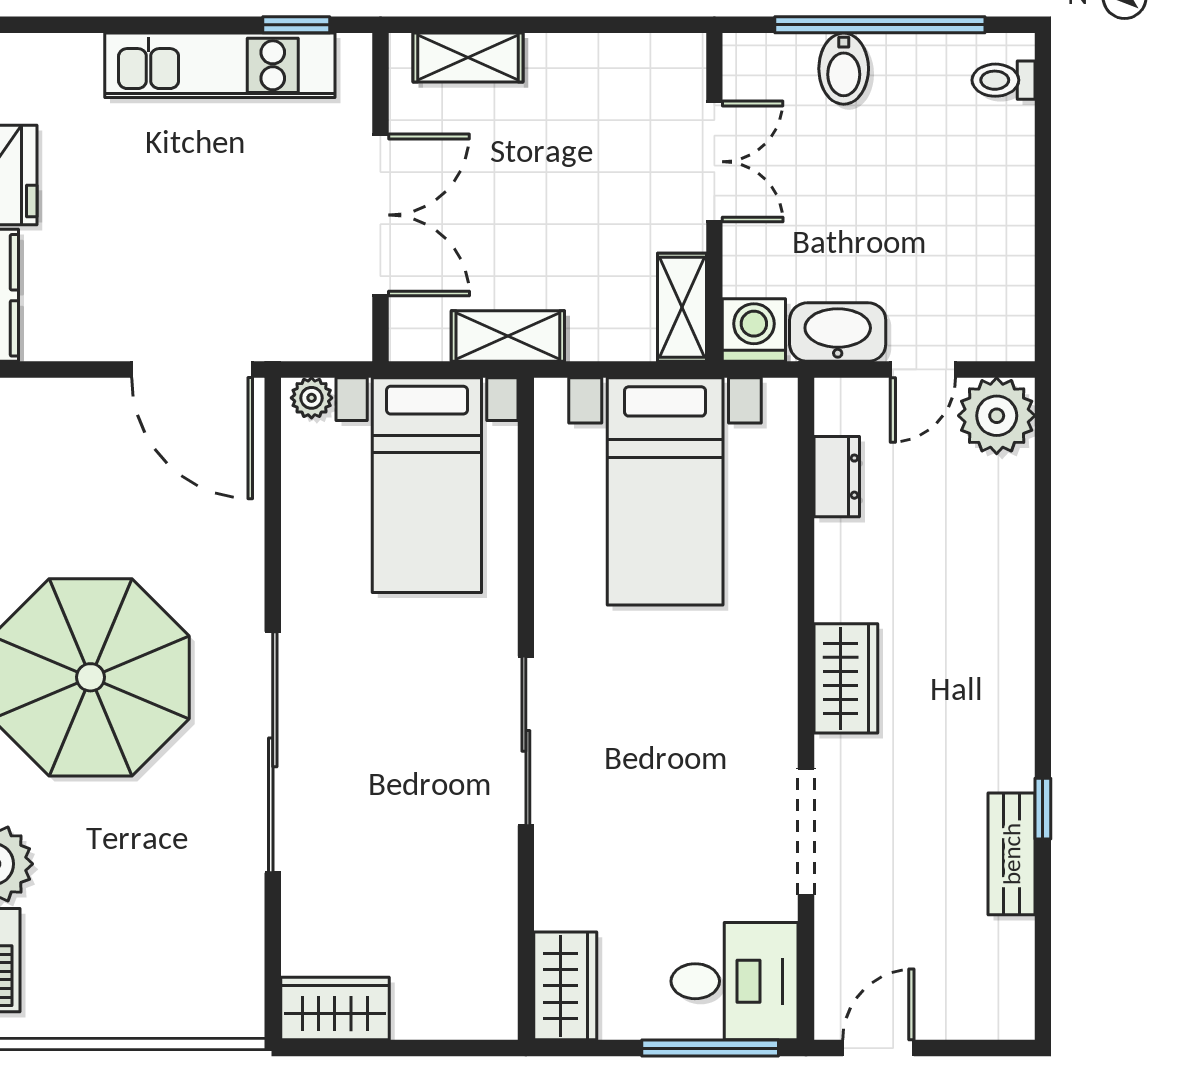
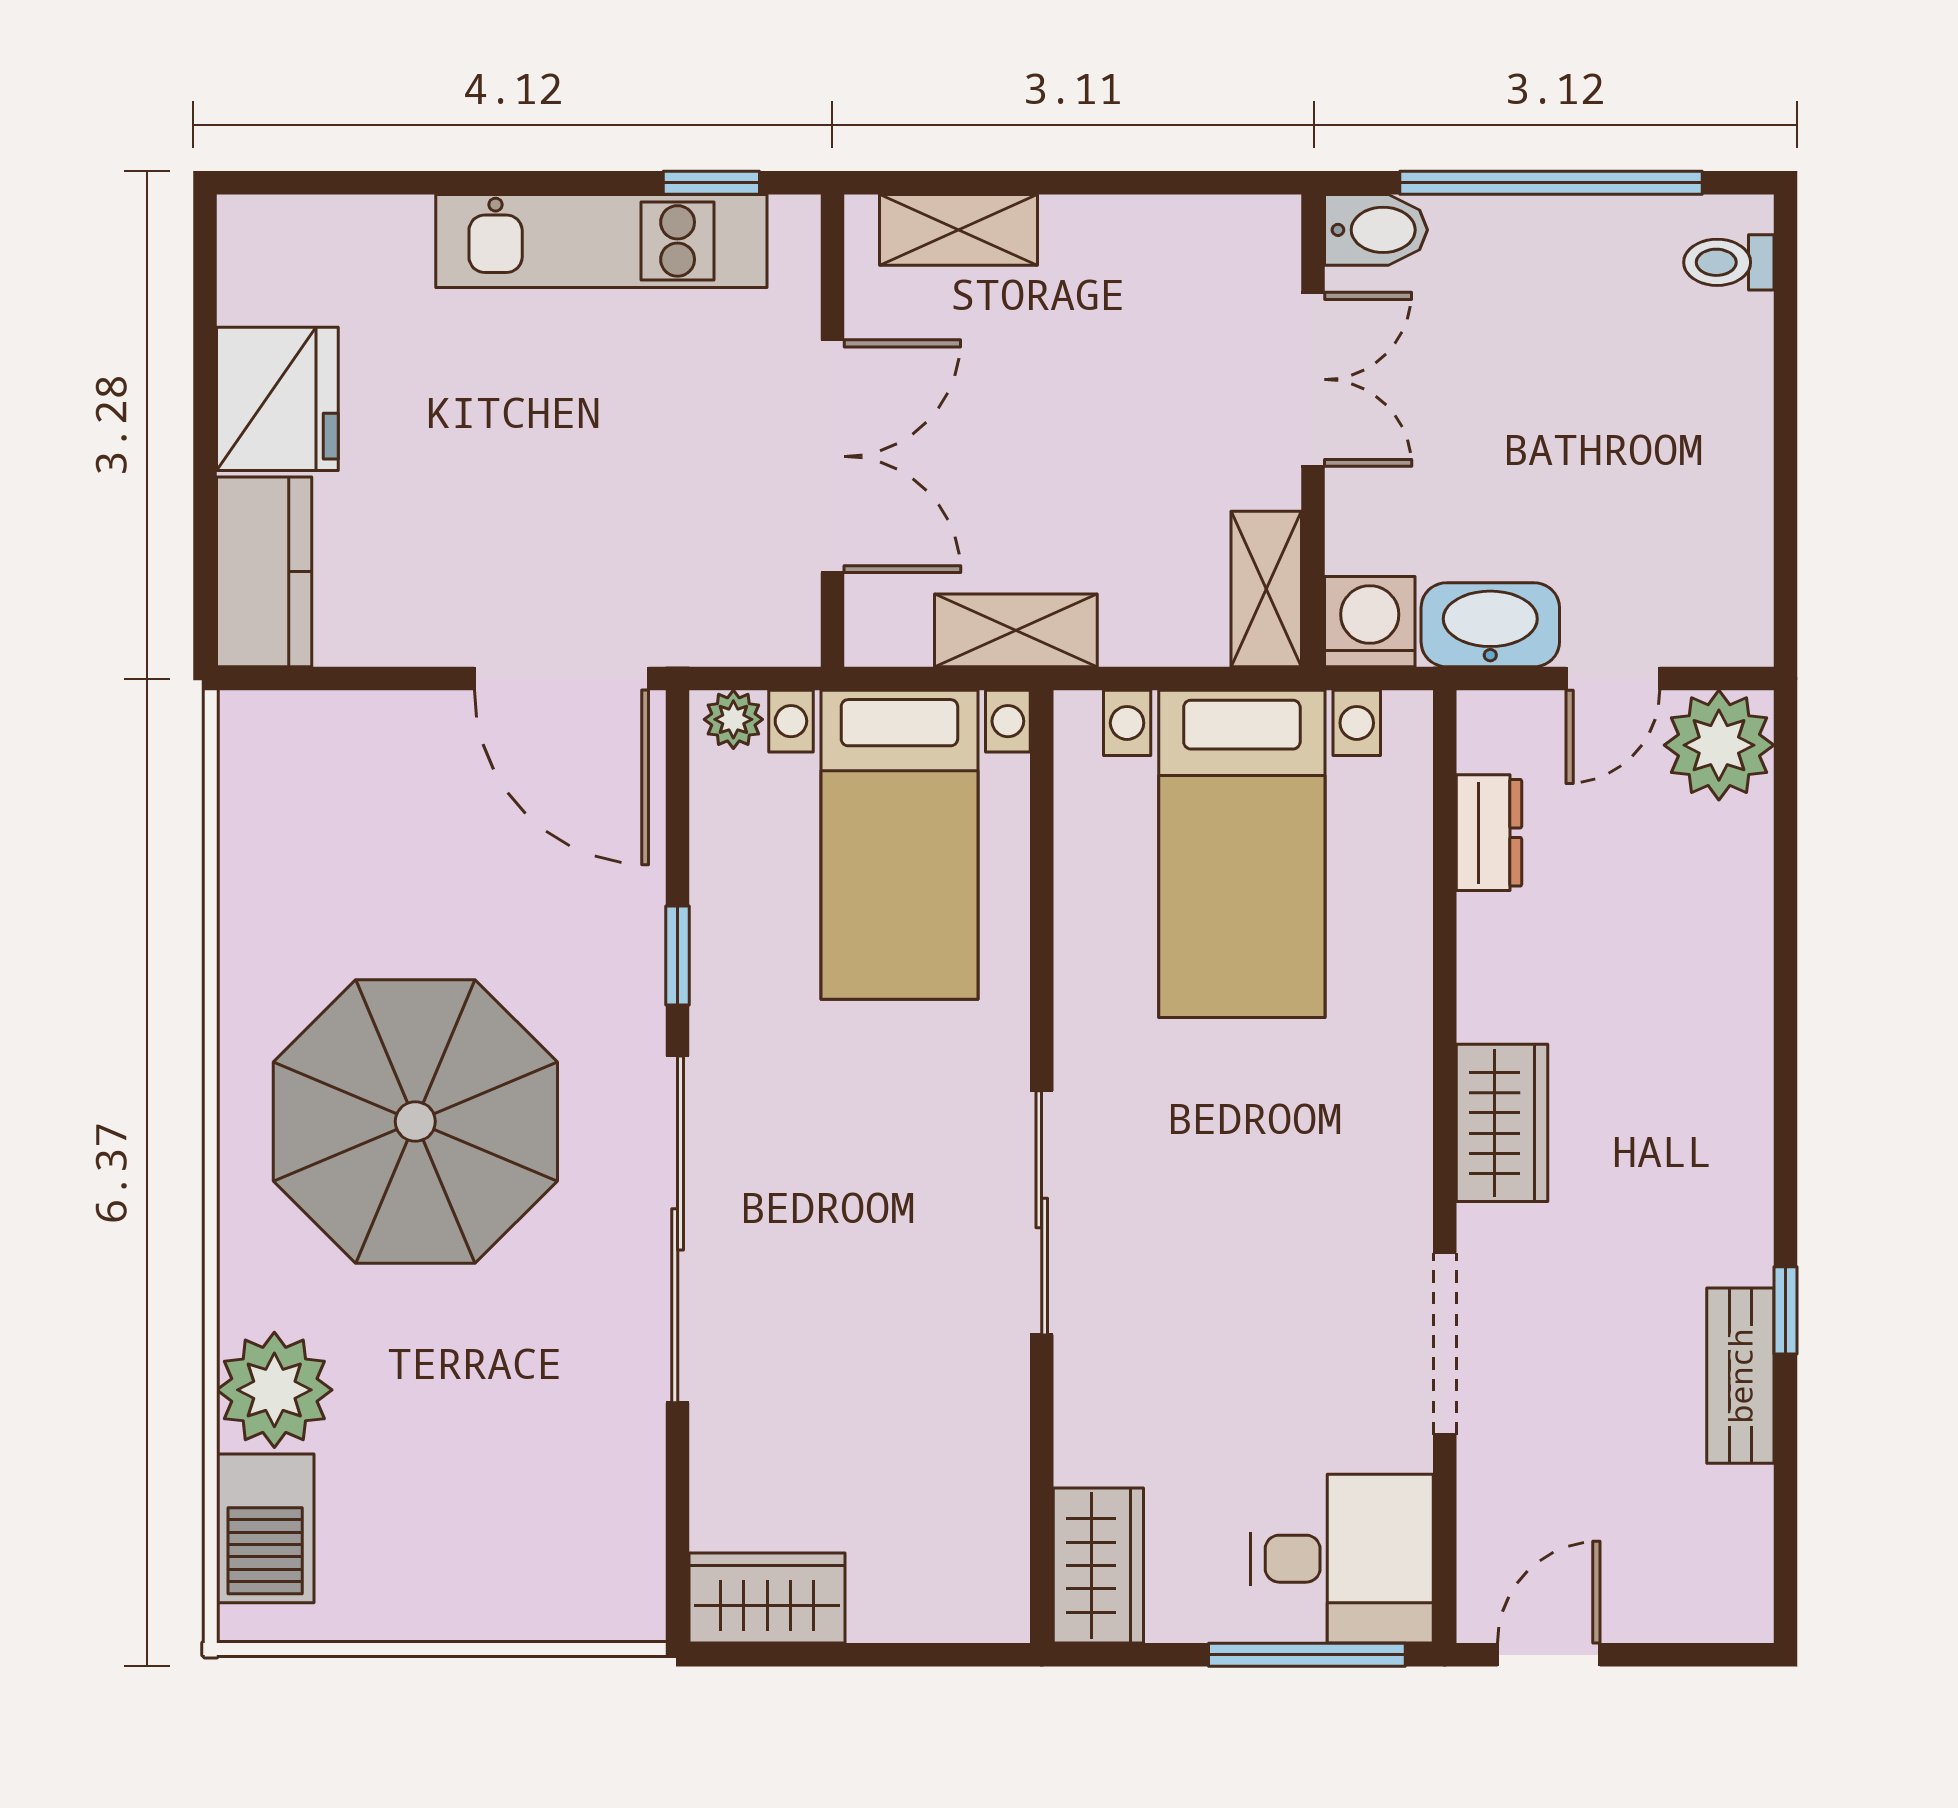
bidet: (844, 69) -> (1376, 230), moved, turned -90
window: (273, 562) -> (678, 956), added

